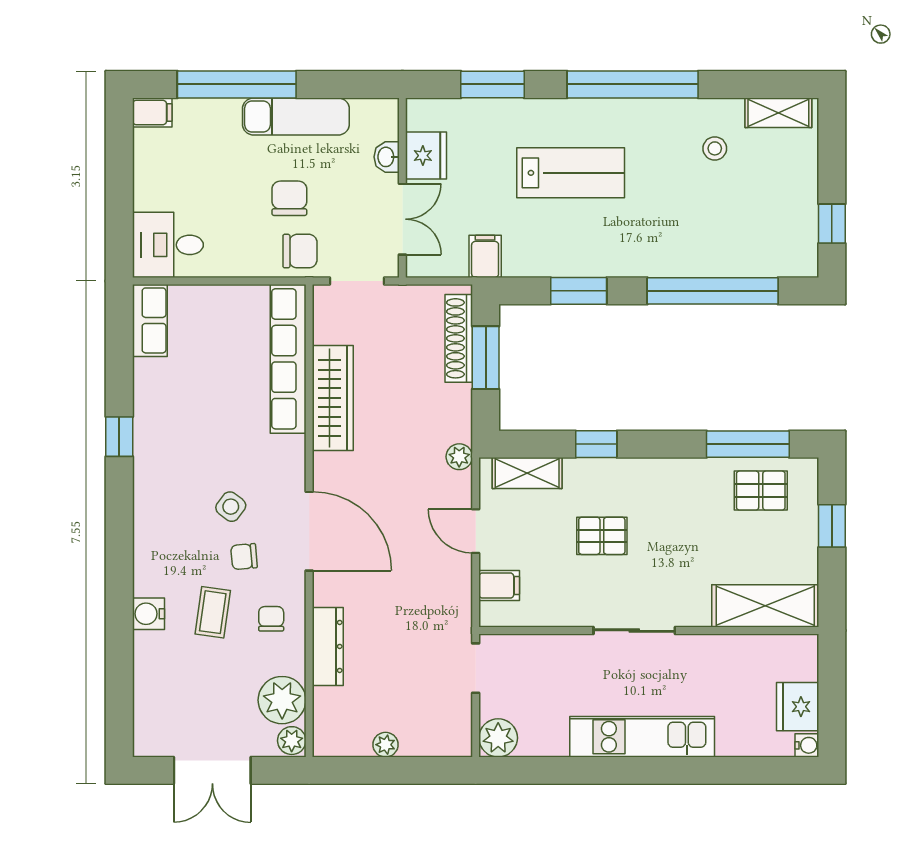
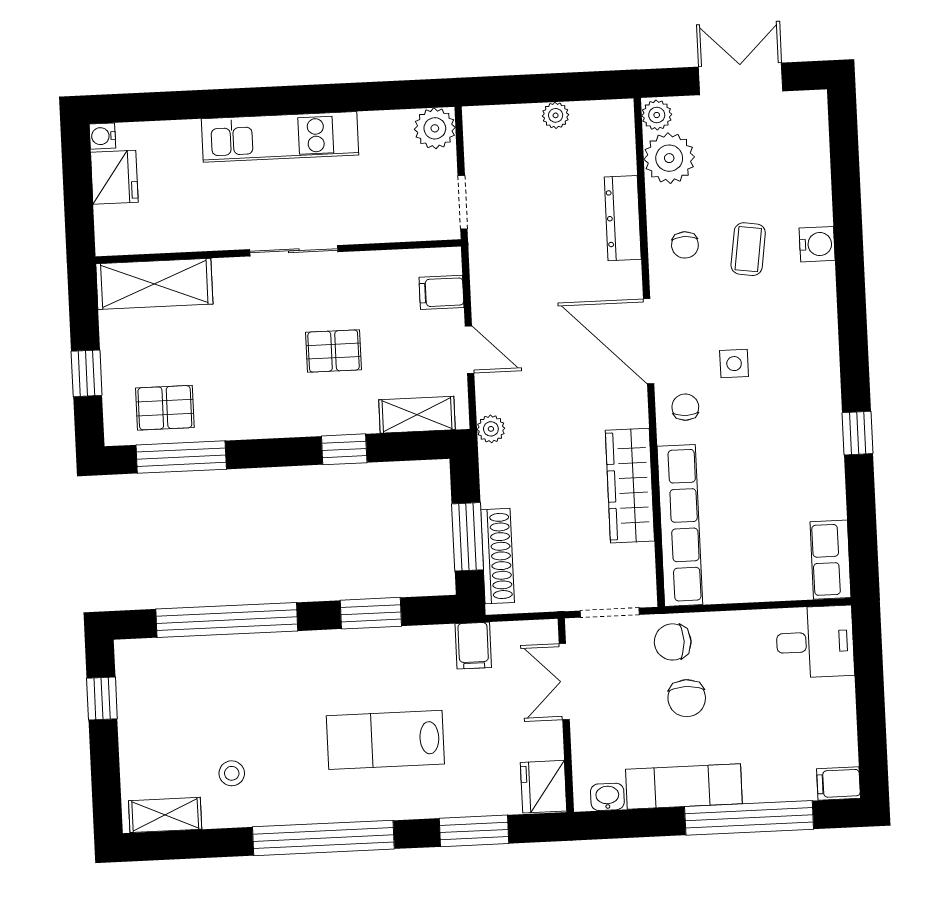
fridge: (426, 156) -> (544, 787), moved
washbasin: (387, 157) -> (607, 797), moved, turned -90
side table: (231, 507) -> (734, 364), turned -37
chair: (244, 557) -> (685, 407), moved, turned -85

